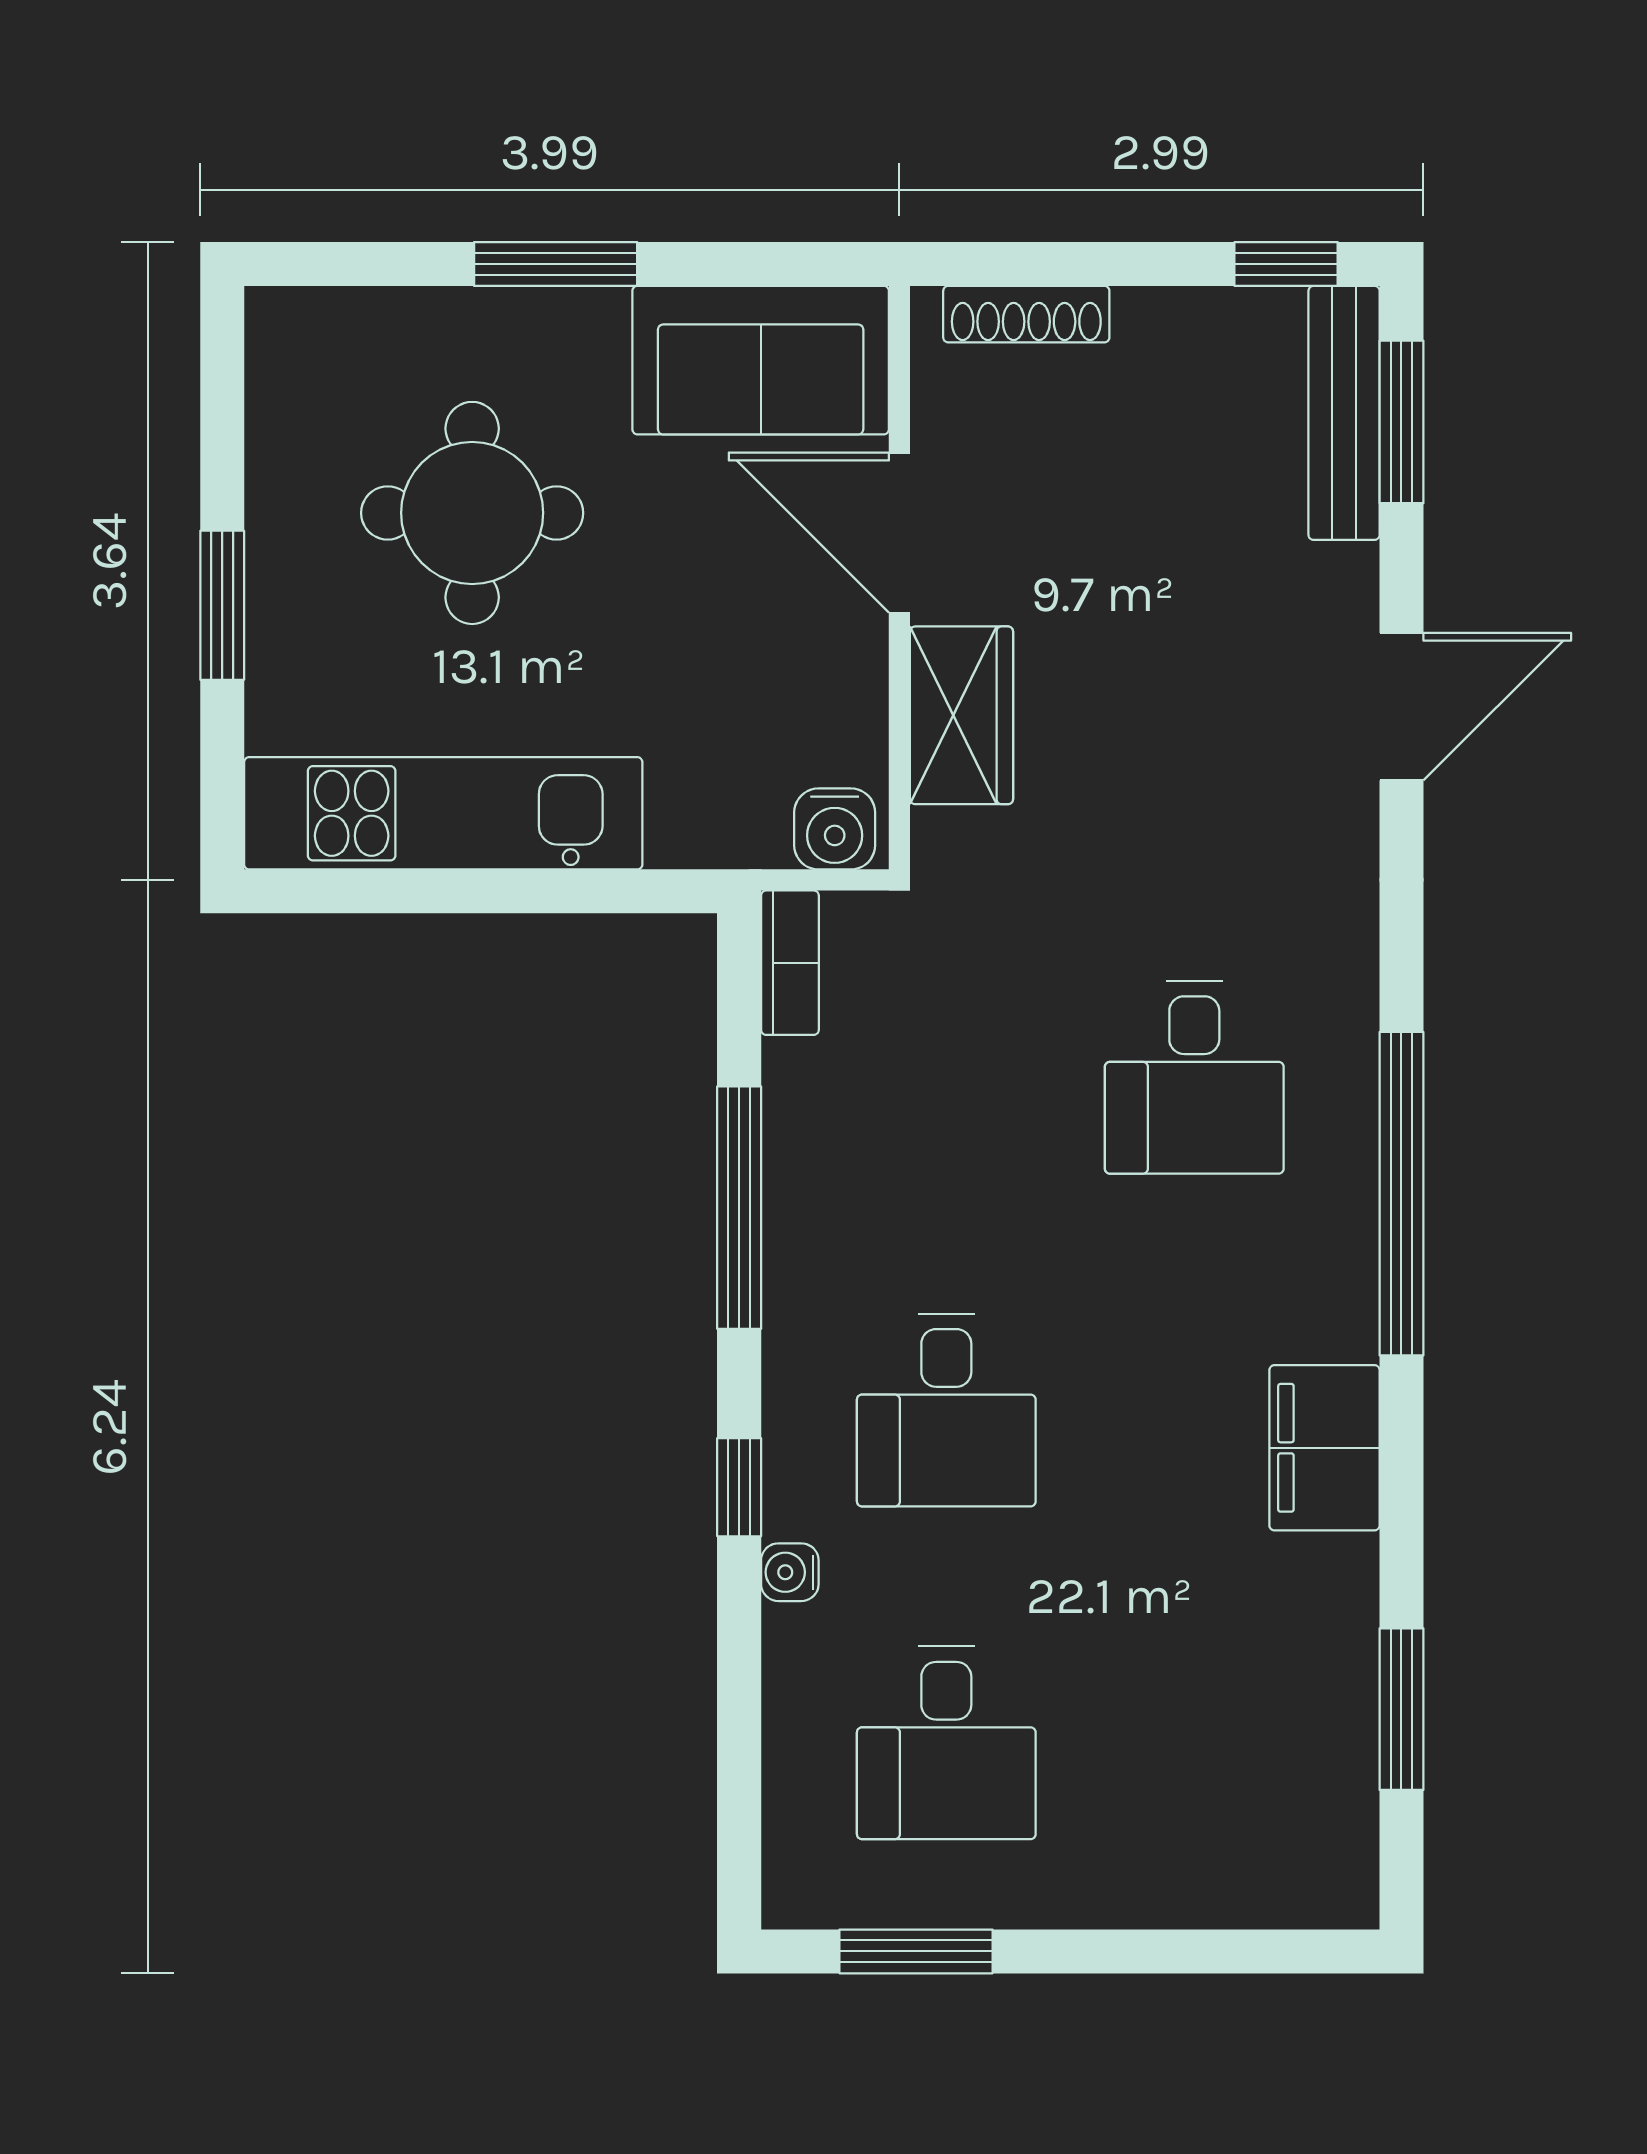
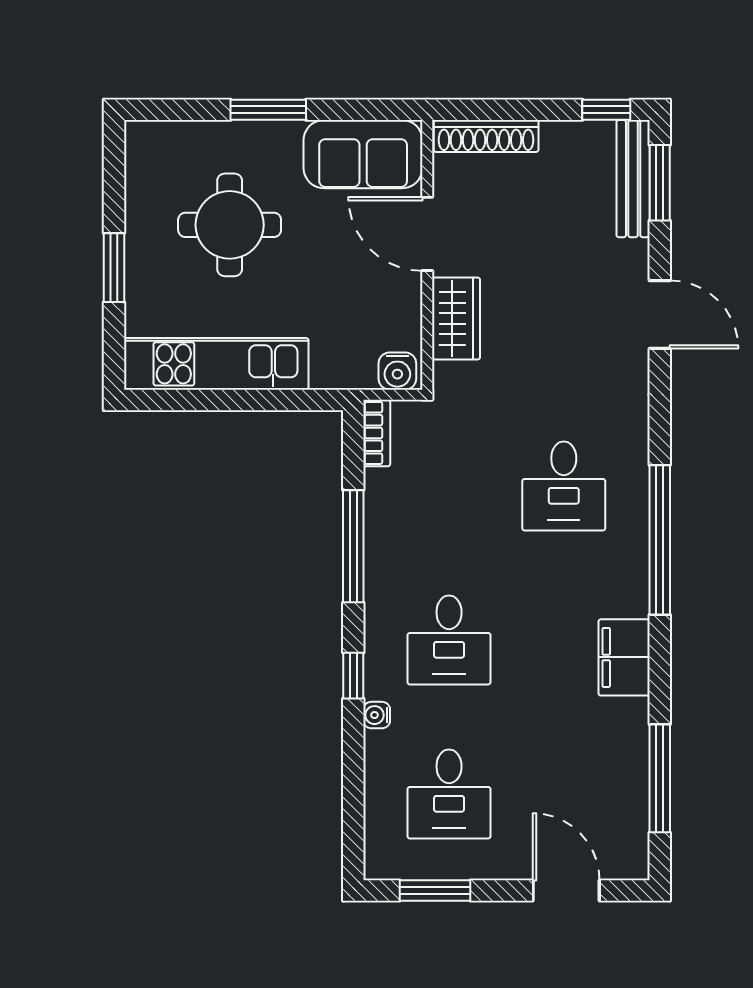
shoe rack: (1026, 314) -> (486, 136), width x1.36, depth x1.24
door: (1401, 707) -> (660, 314), hinge flipped
window: (1401, 1709) -> (660, 778), width x1.44
door: (1199, 1951) -> (566, 891), added

